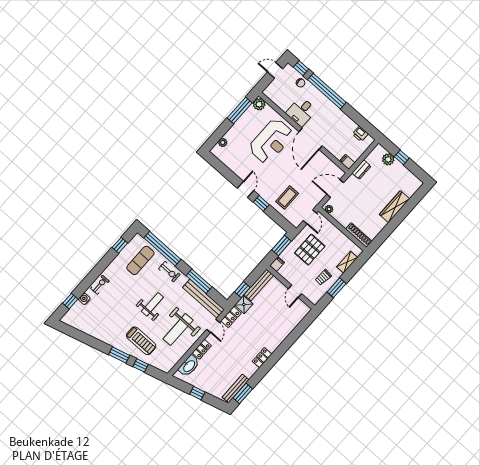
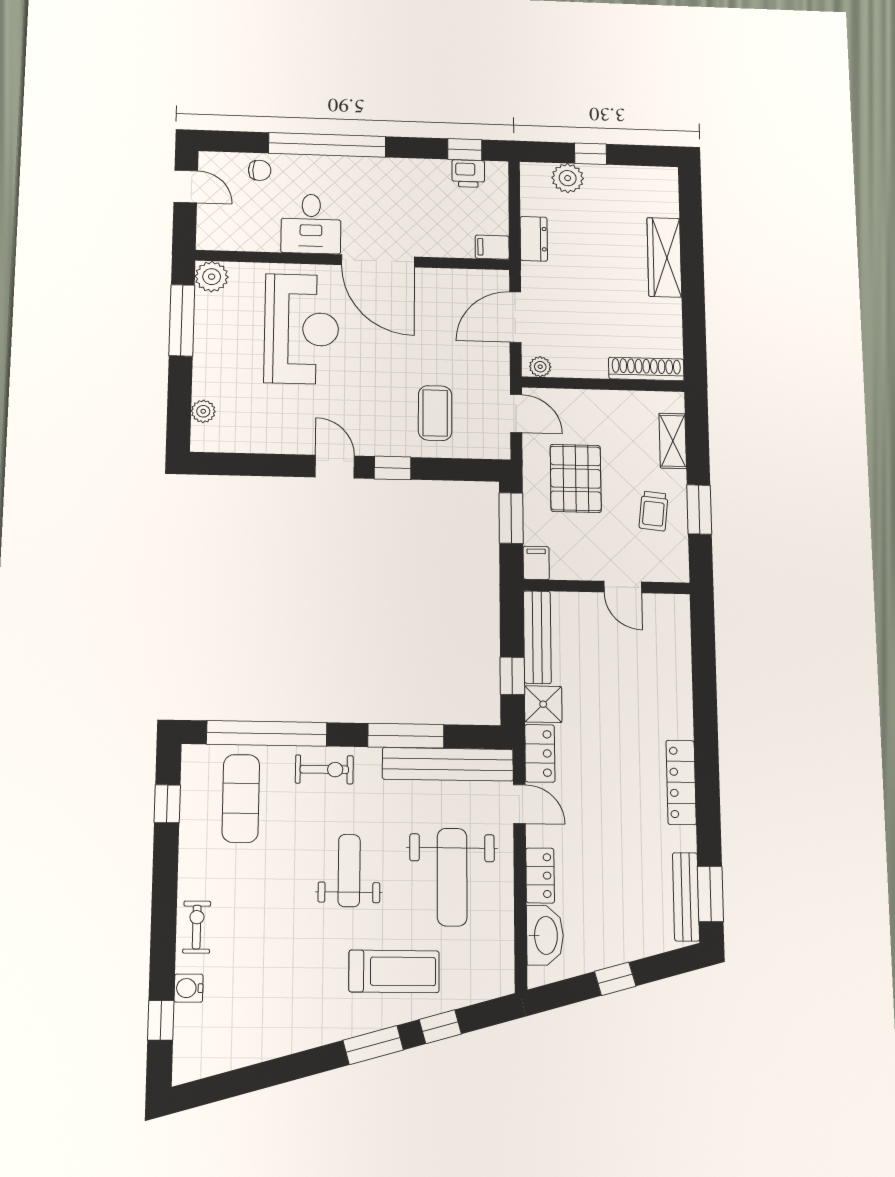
window: (301, 68) -> (465, 149), moved
door: (275, 70) -> (186, 186), swing flipped
locker: (262, 358) -> (681, 782), width x1.53

